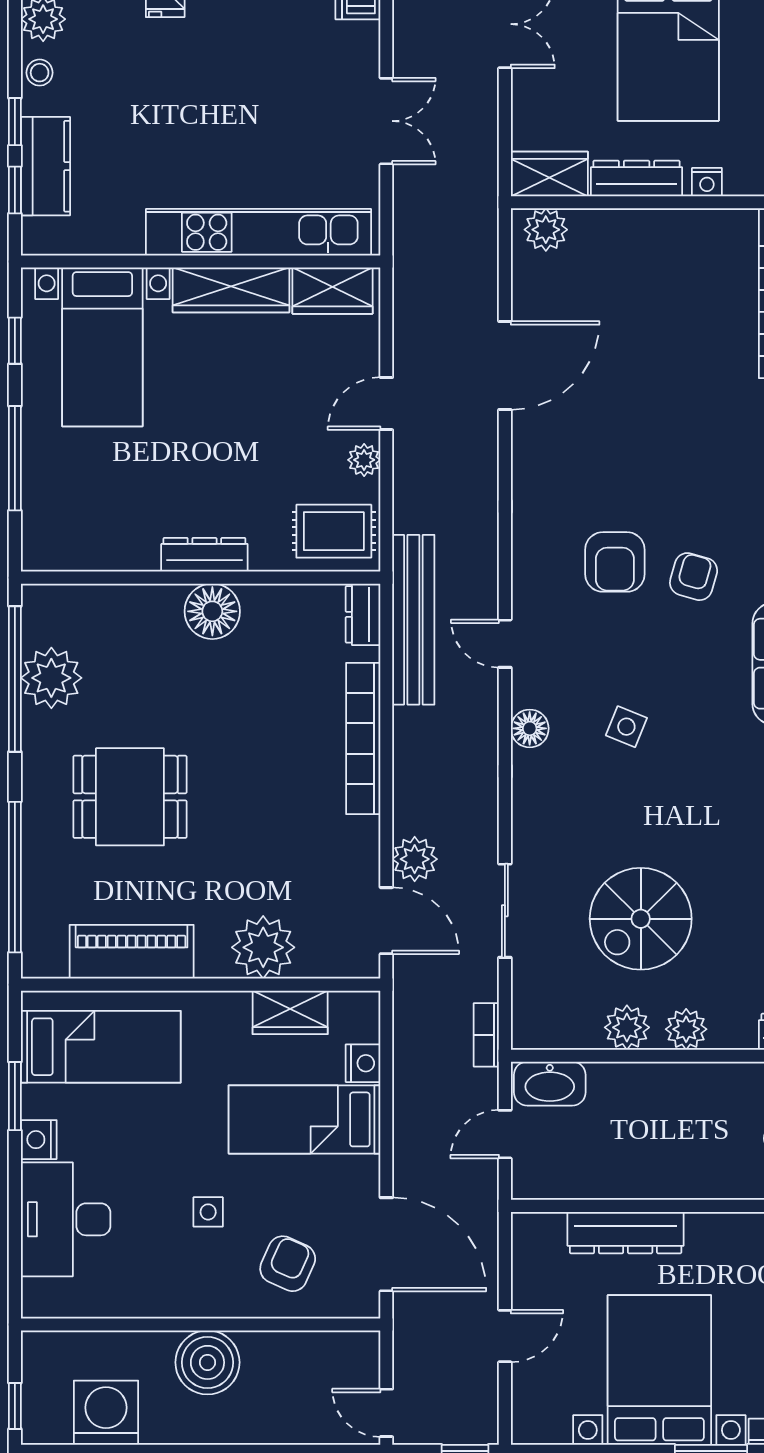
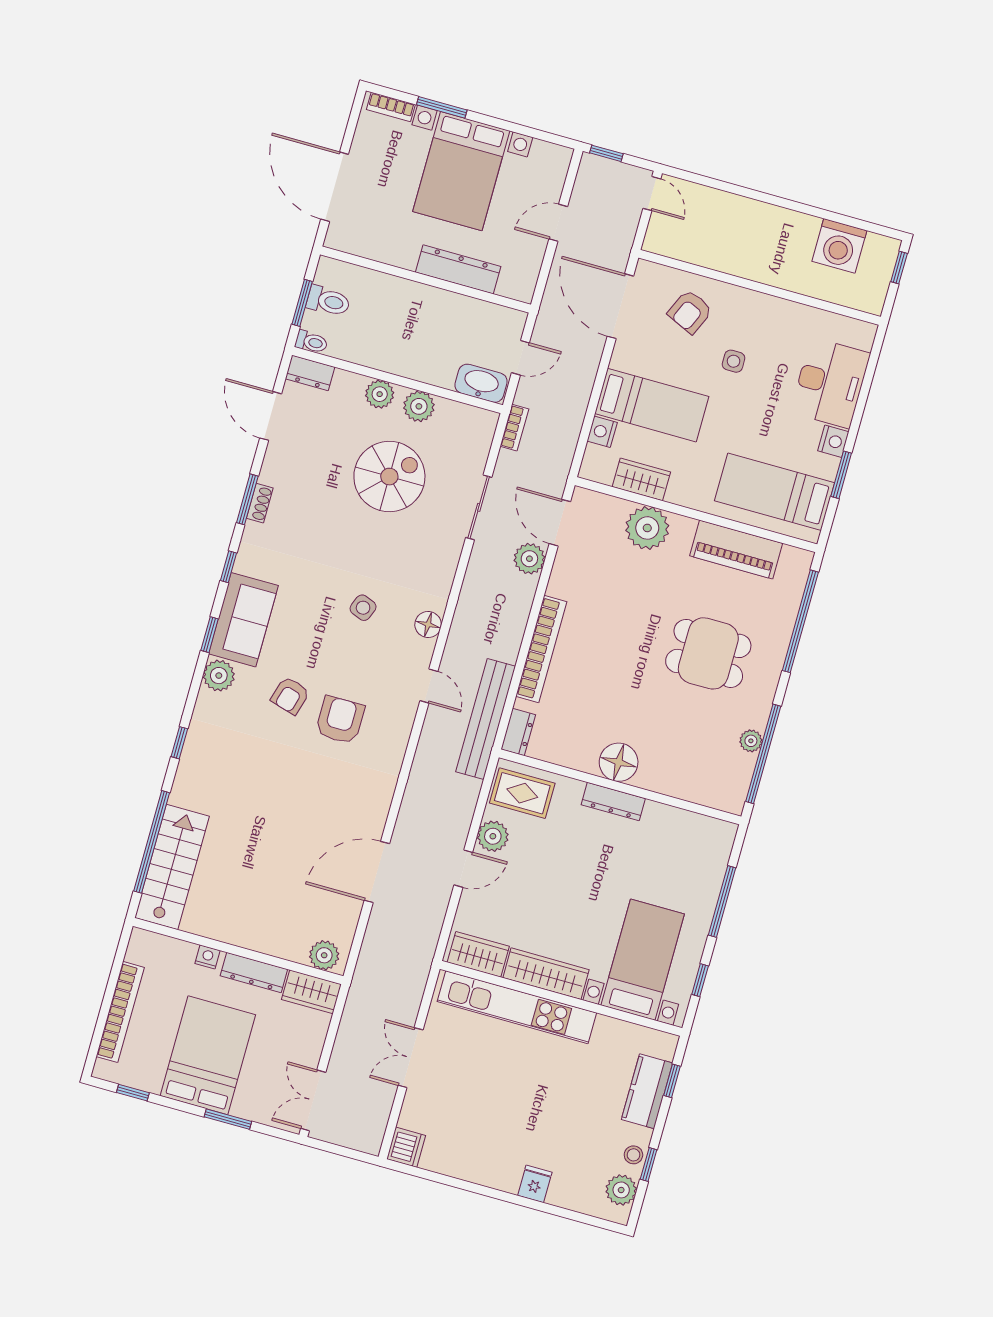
window: (15, 122) -> (649, 1165), moved
plant: (364, 460) -> (493, 836), width x1.38, depth x1.38
plant: (51, 678) -> (751, 741), width x0.53, depth x0.53
boiler: (207, 1362) -> (762, 261), removed

